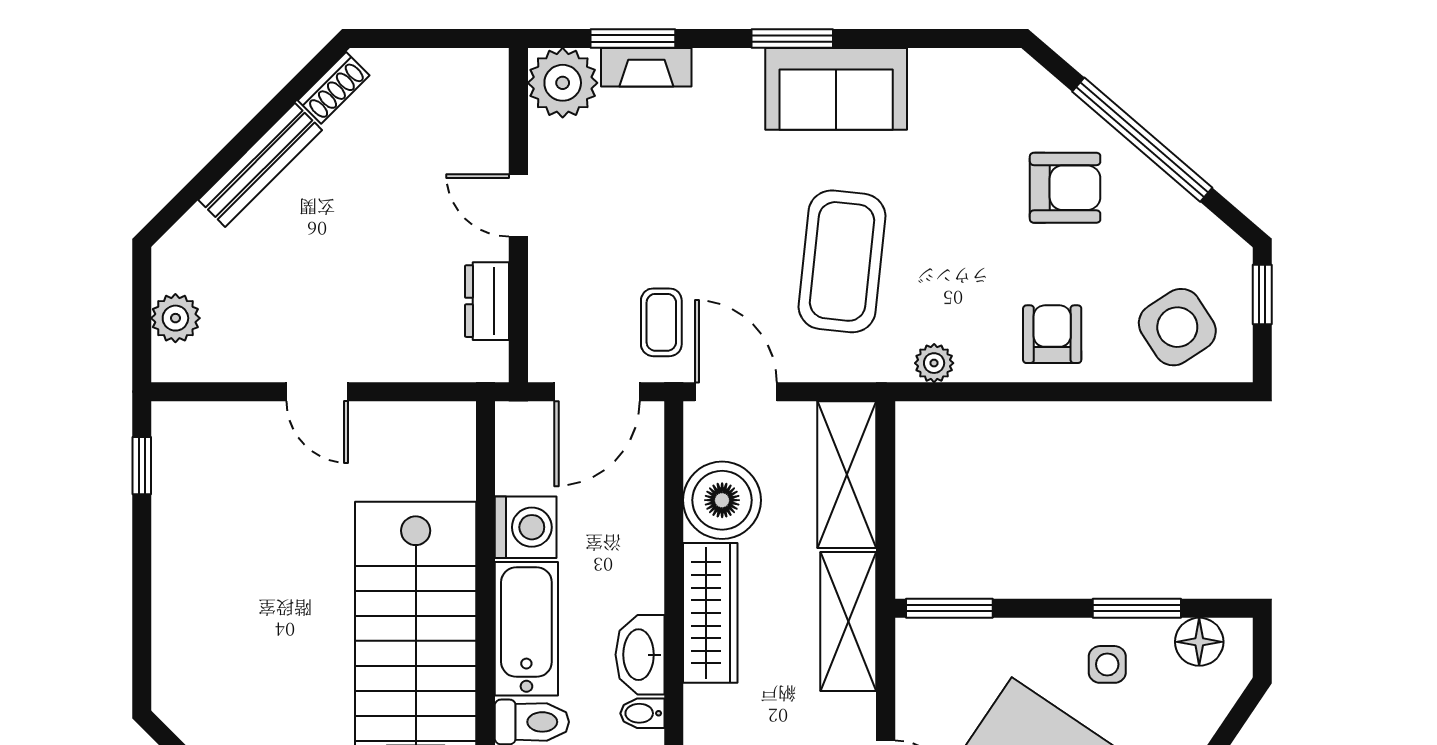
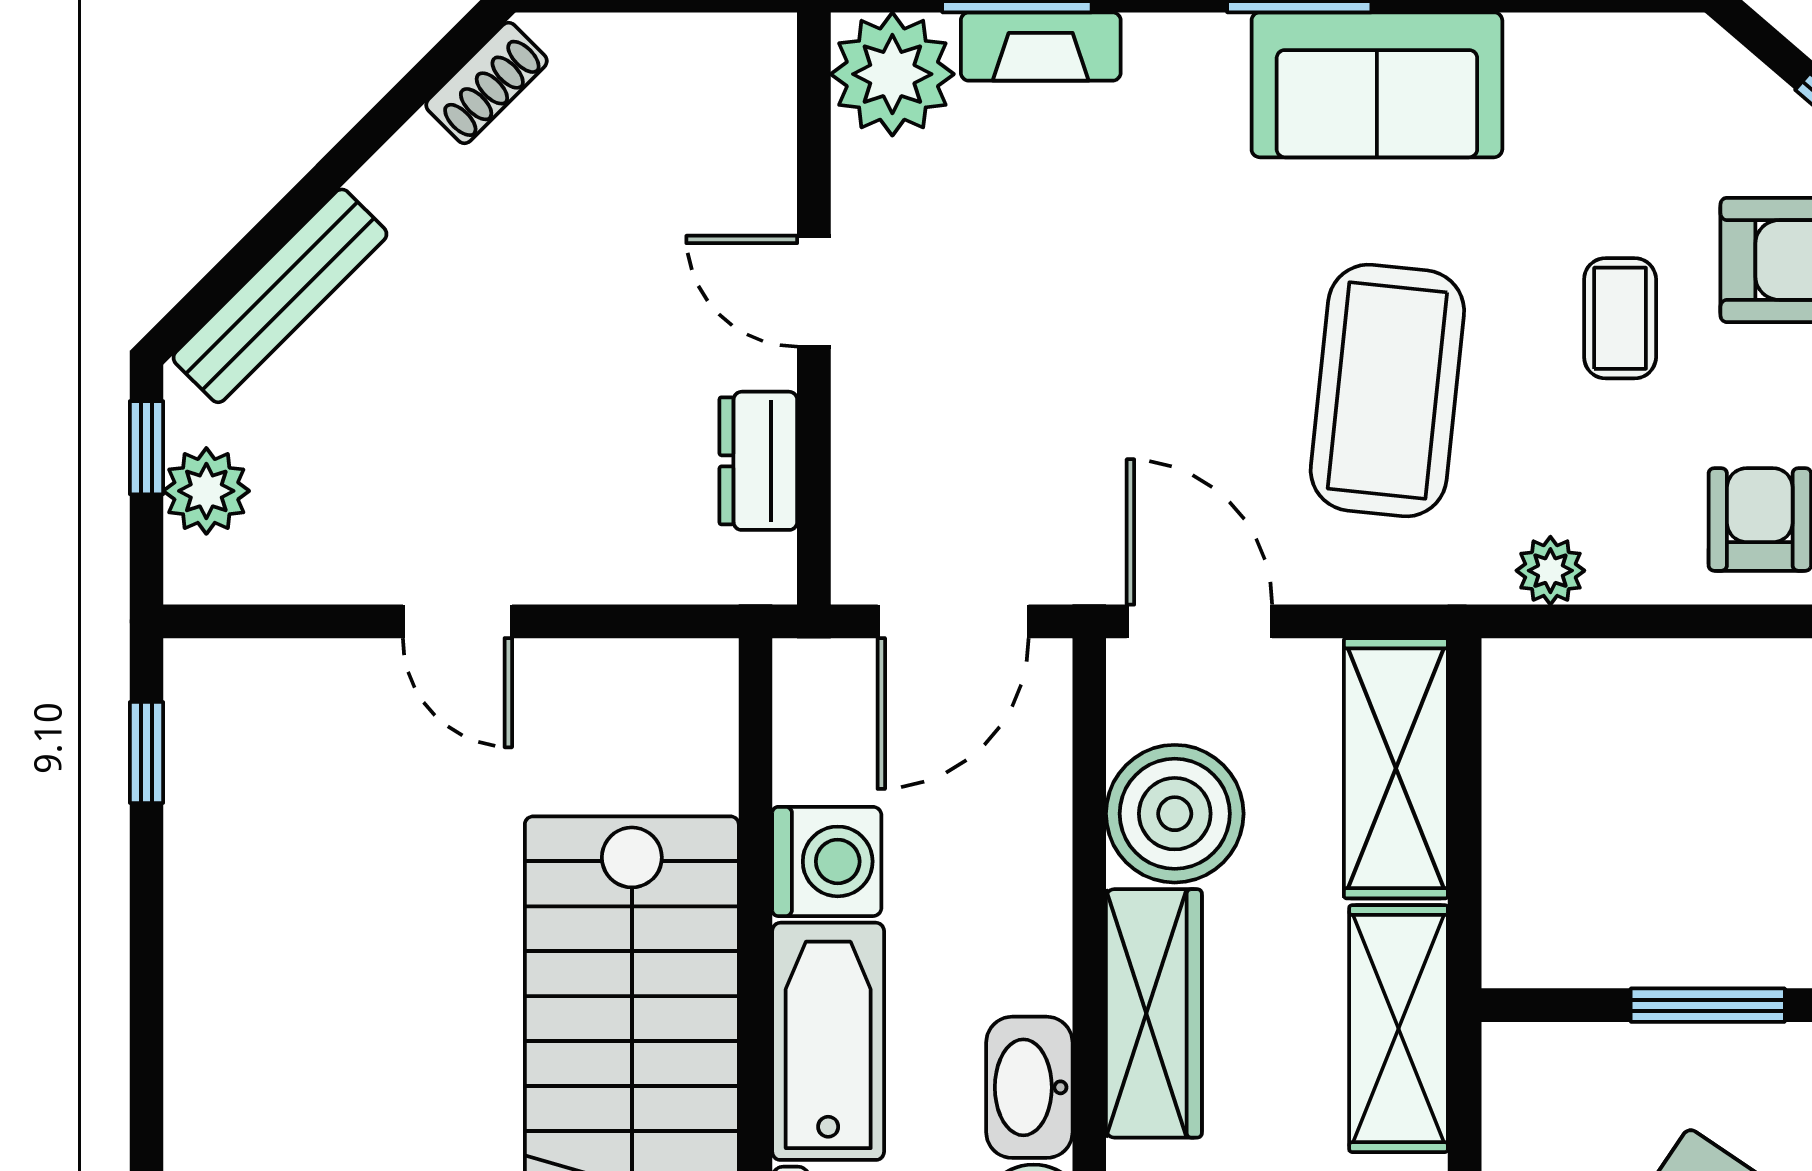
bench: (260, 165) -> (280, 296), moved
window: (142, 294) -> (147, 448), added
coffee table: (661, 322) -> (1620, 318), moved
window: (949, 608) -> (1708, 1005), moved

